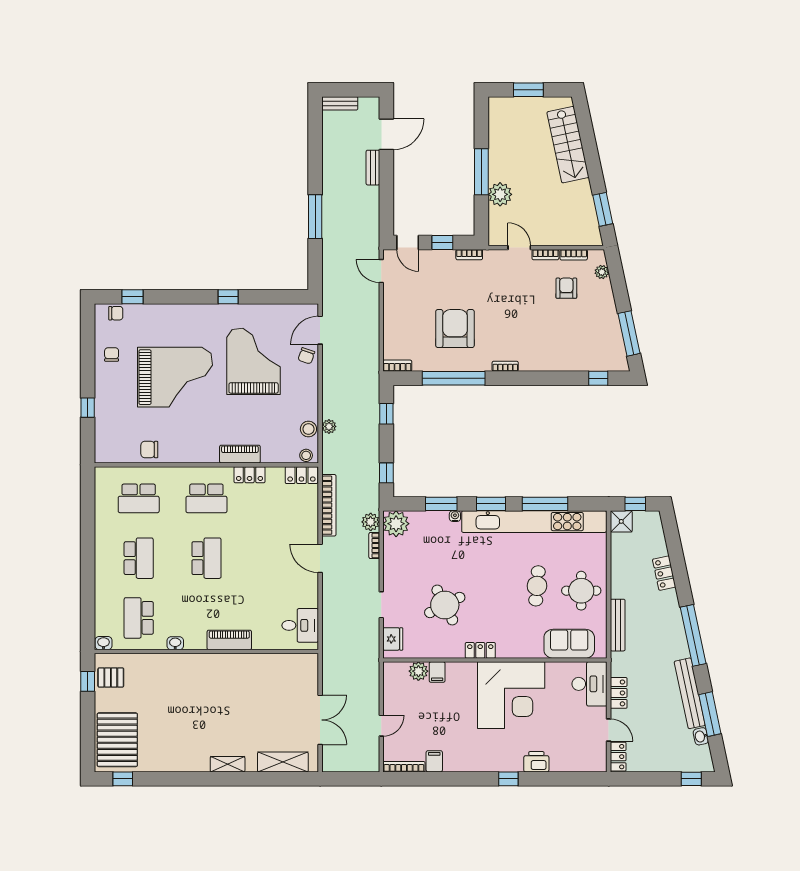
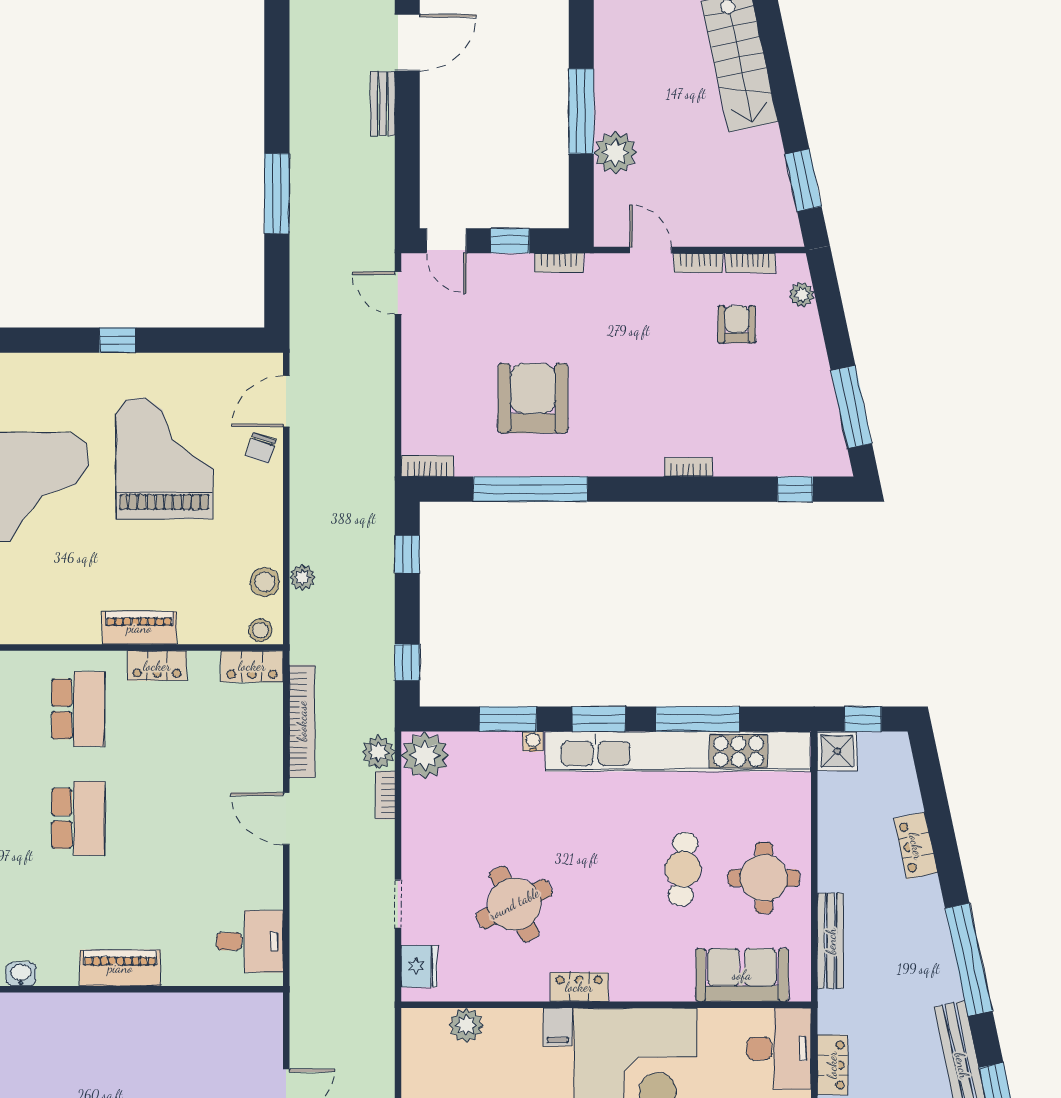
bookcase: (505, 366) -> (688, 467), moved
school desk: (206, 498) -> (78, 709), turned -90
filing cabinet: (437, 672) -> (558, 1027), moved

